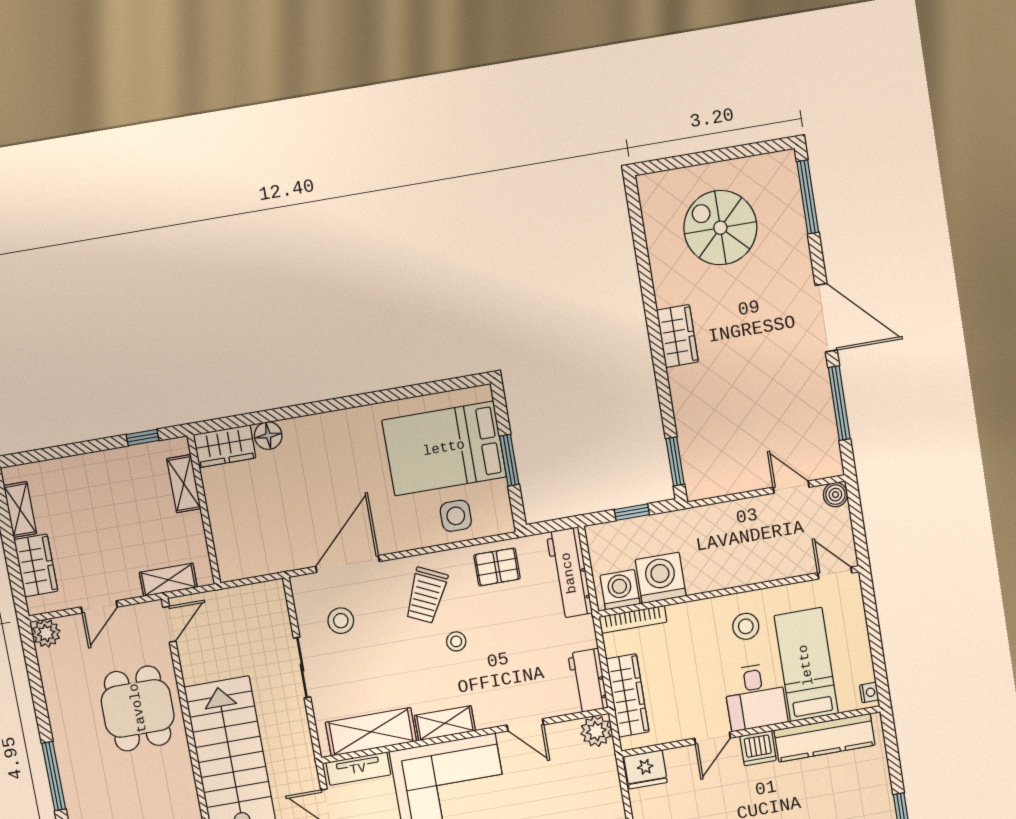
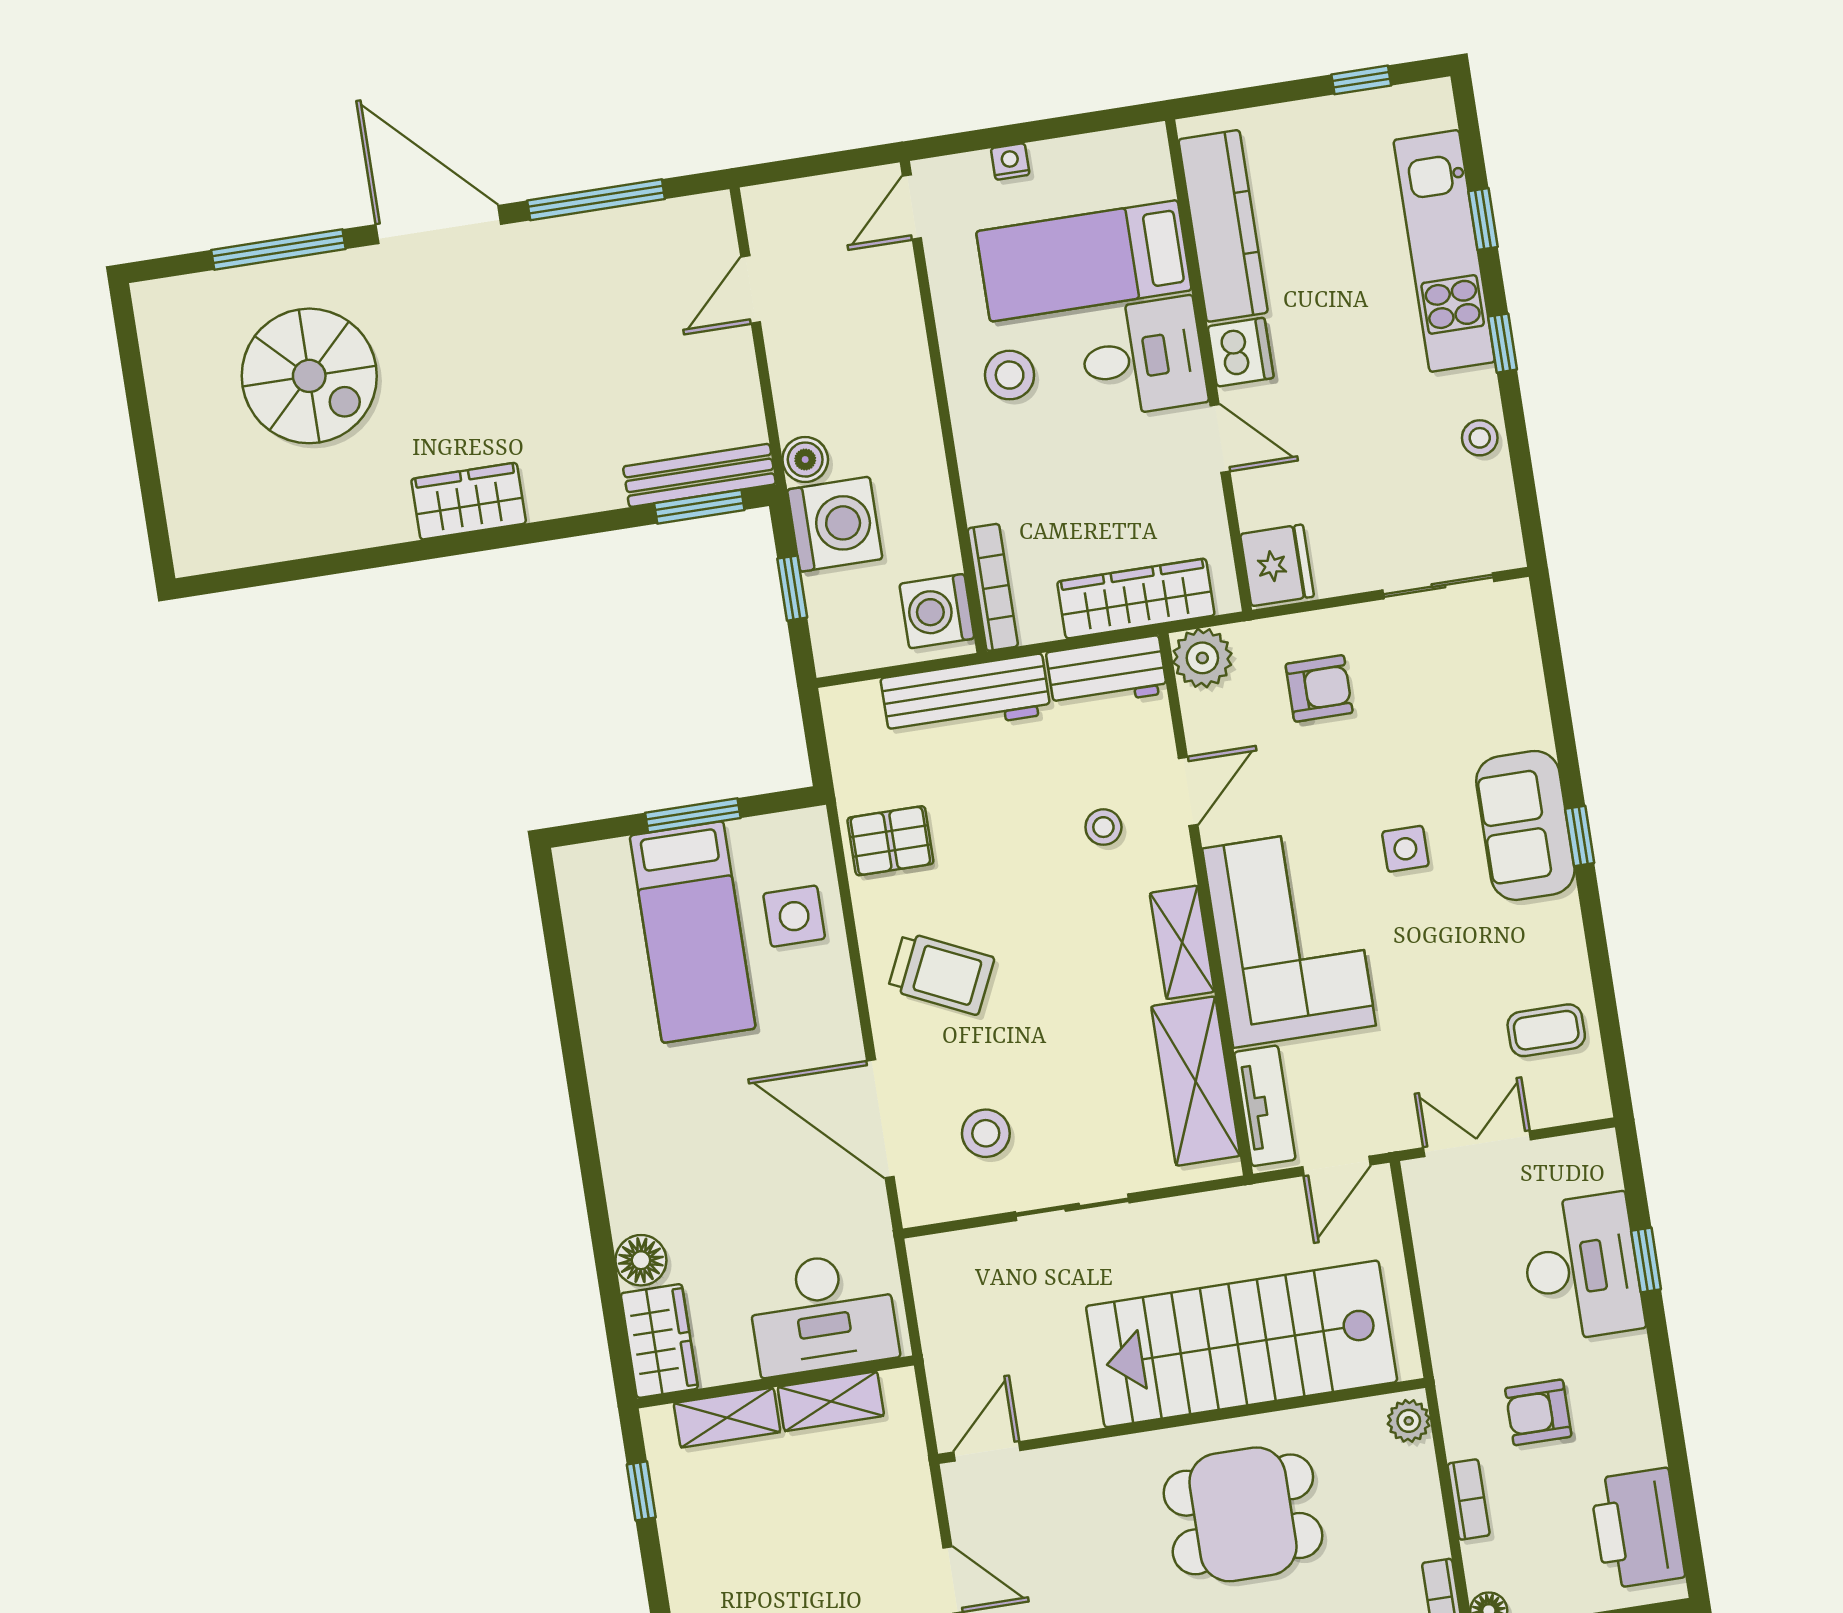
window: (808, 197) -> (278, 249), moved
spiral stairs: (720, 228) -> (309, 376), moved, turned -90
door: (826, 318) -> (438, 224), hinge flipped
bed: (444, 448) -> (693, 932), width x0.67
bench: (692, 461) -> (699, 475), added
boiler: (835, 495) -> (805, 460), moved
desk: (242, 534) -> (822, 1313), added
pallet: (497, 567) -> (890, 841), turned 90
workbench: (569, 573) -> (966, 696), moved
washing machine: (661, 578) -> (835, 524), moved, turned 180
shelving: (168, 580) -> (831, 1401), moved, turned 90
door: (169, 624) -> (987, 1451), hinge flipped
stool: (456, 641) -> (1103, 827), moved
nightstand: (869, 693) -> (1010, 162), moved
dining table: (138, 708) -> (1243, 1514), moved
armchair: (581, 793) -> (1319, 688), added

